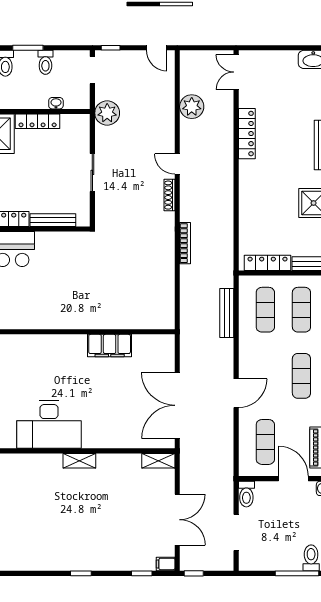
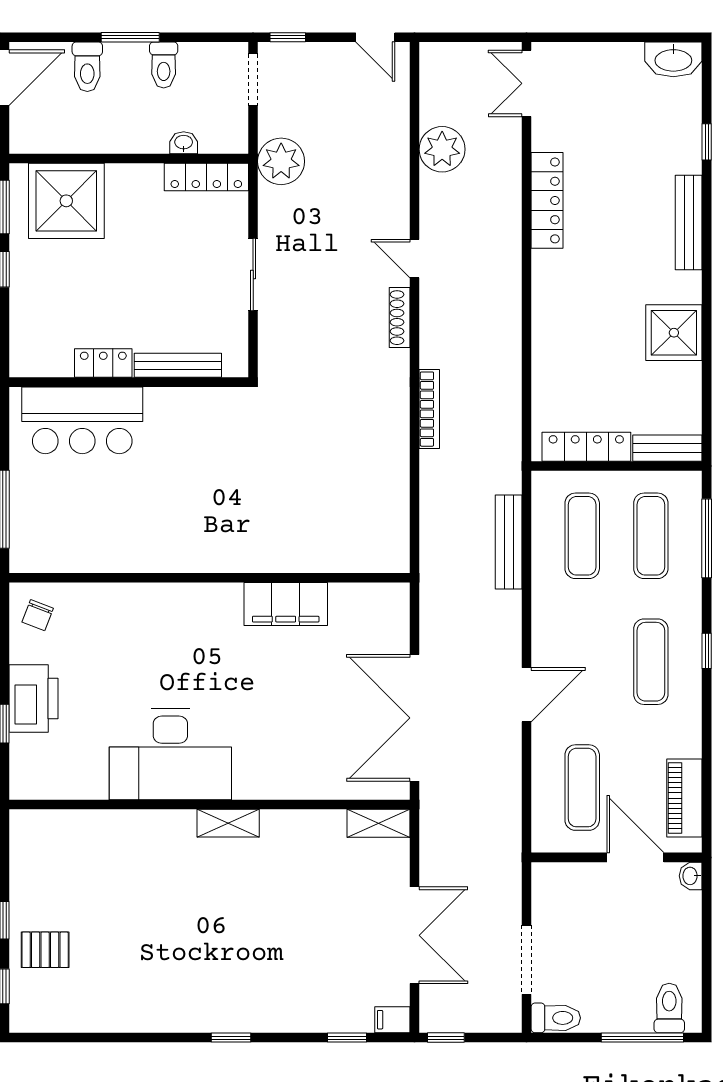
locker: (38, 121) -> (206, 177), moved
toilet: (246, 494) -> (556, 1018), moved, turned -90

